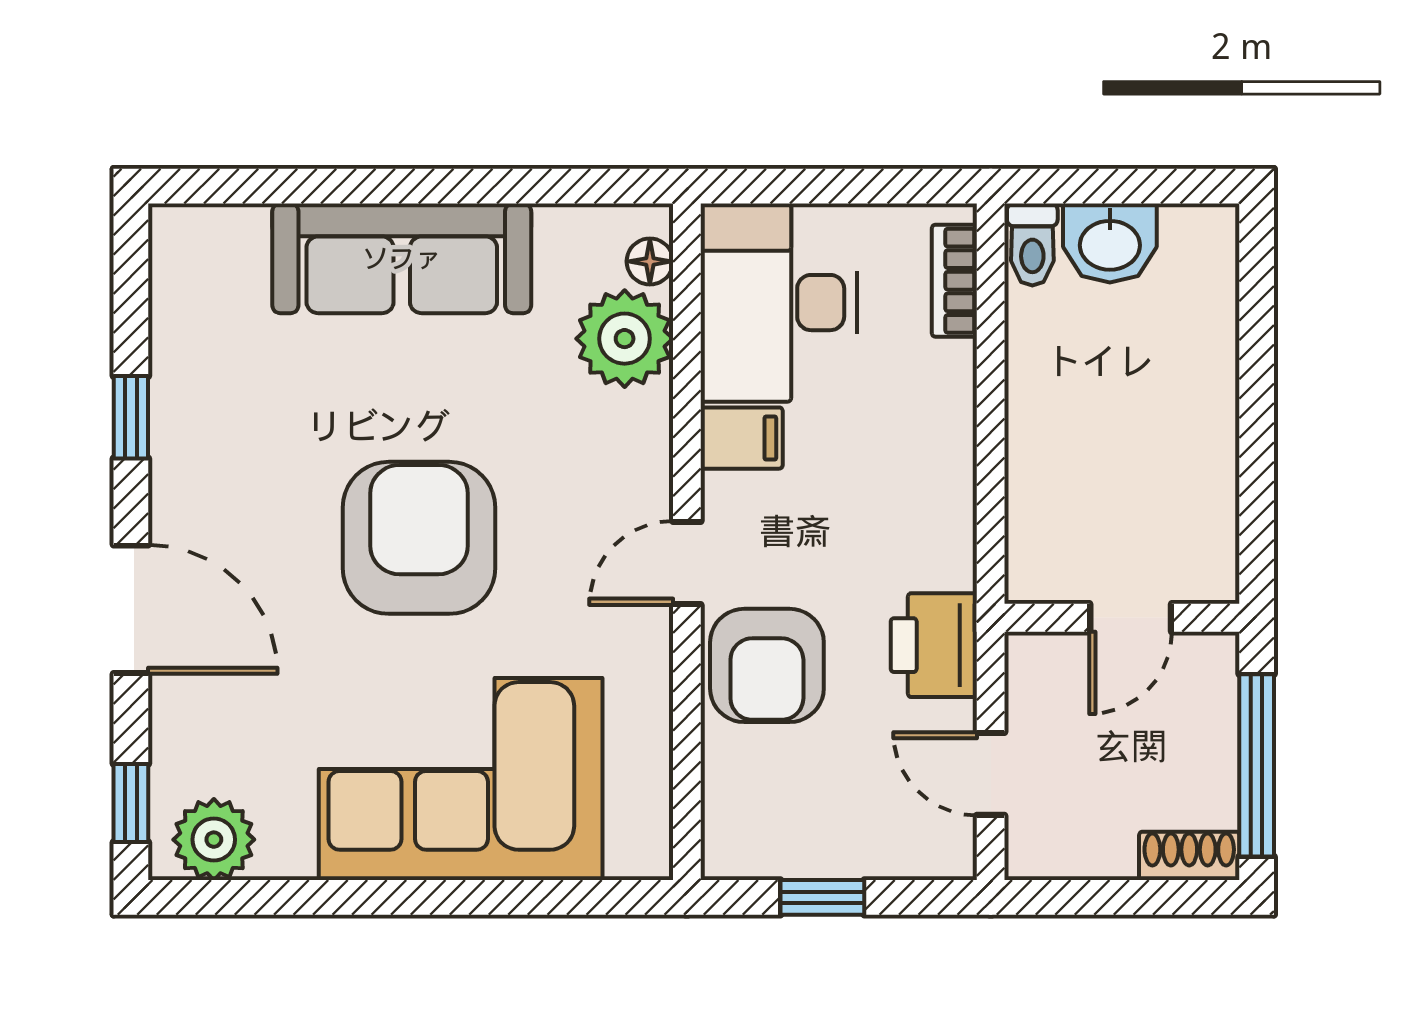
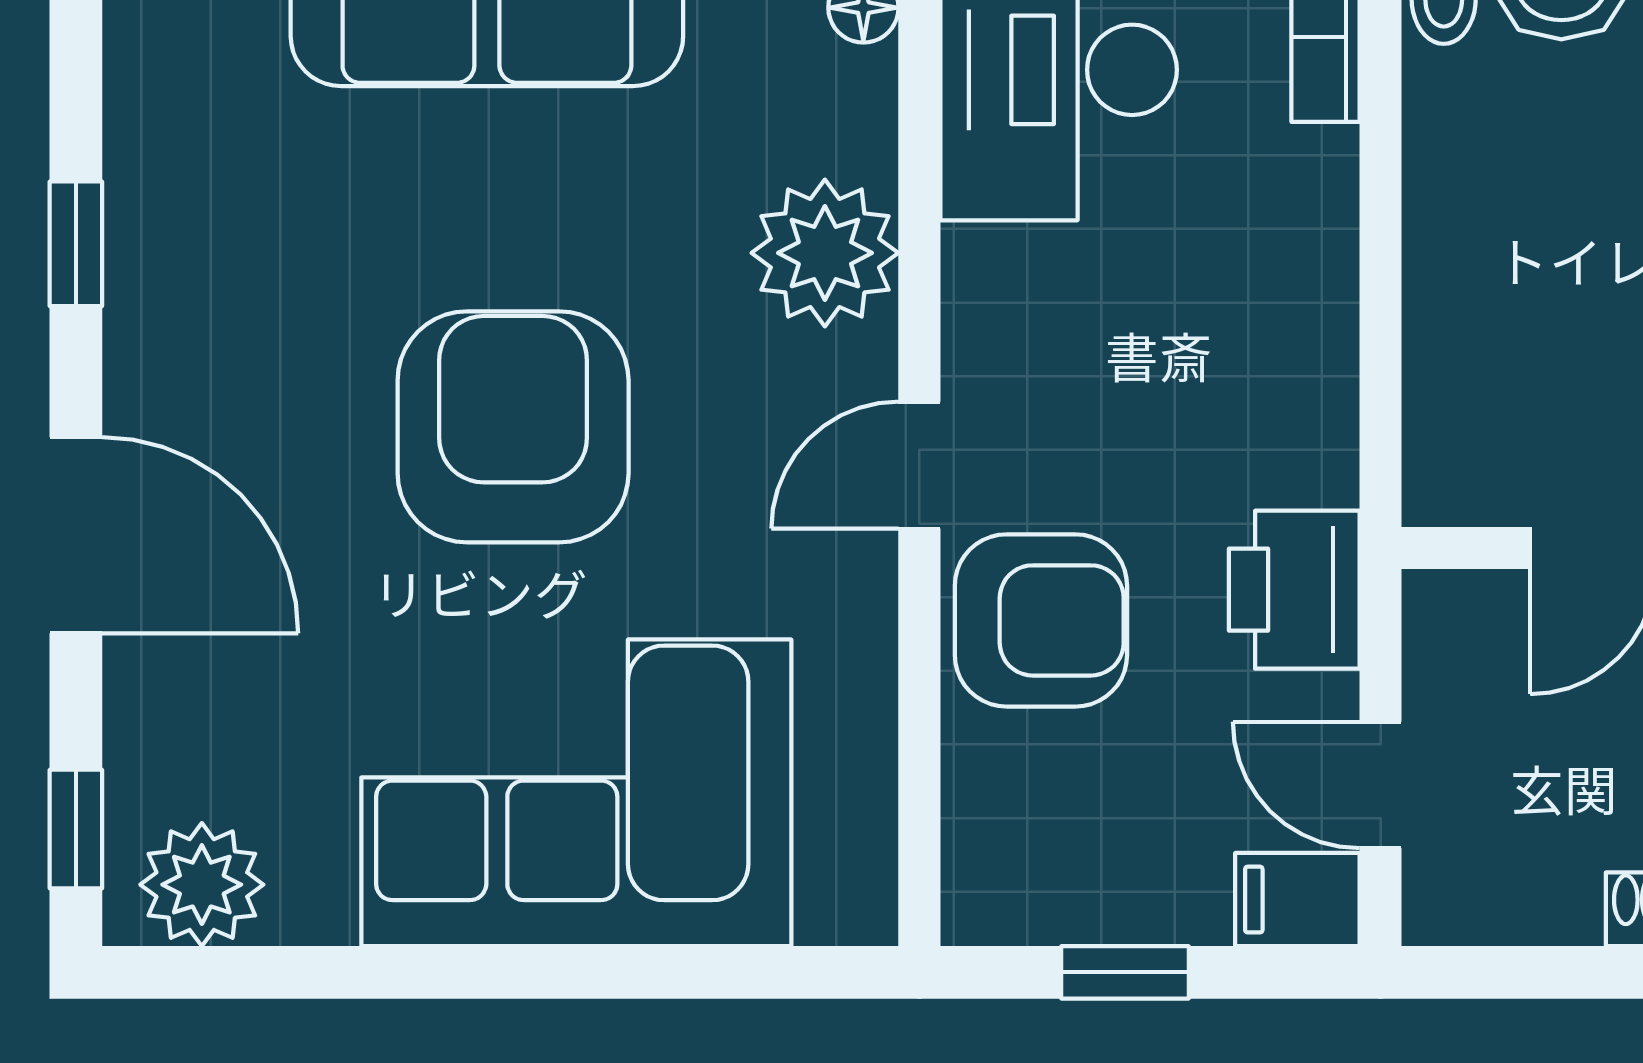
plant: (625, 339) -> (825, 253), moved
filing cabinet: (742, 438) -> (1297, 900), moved, turned 180
armchair: (767, 665) -> (1041, 620), turned -90

